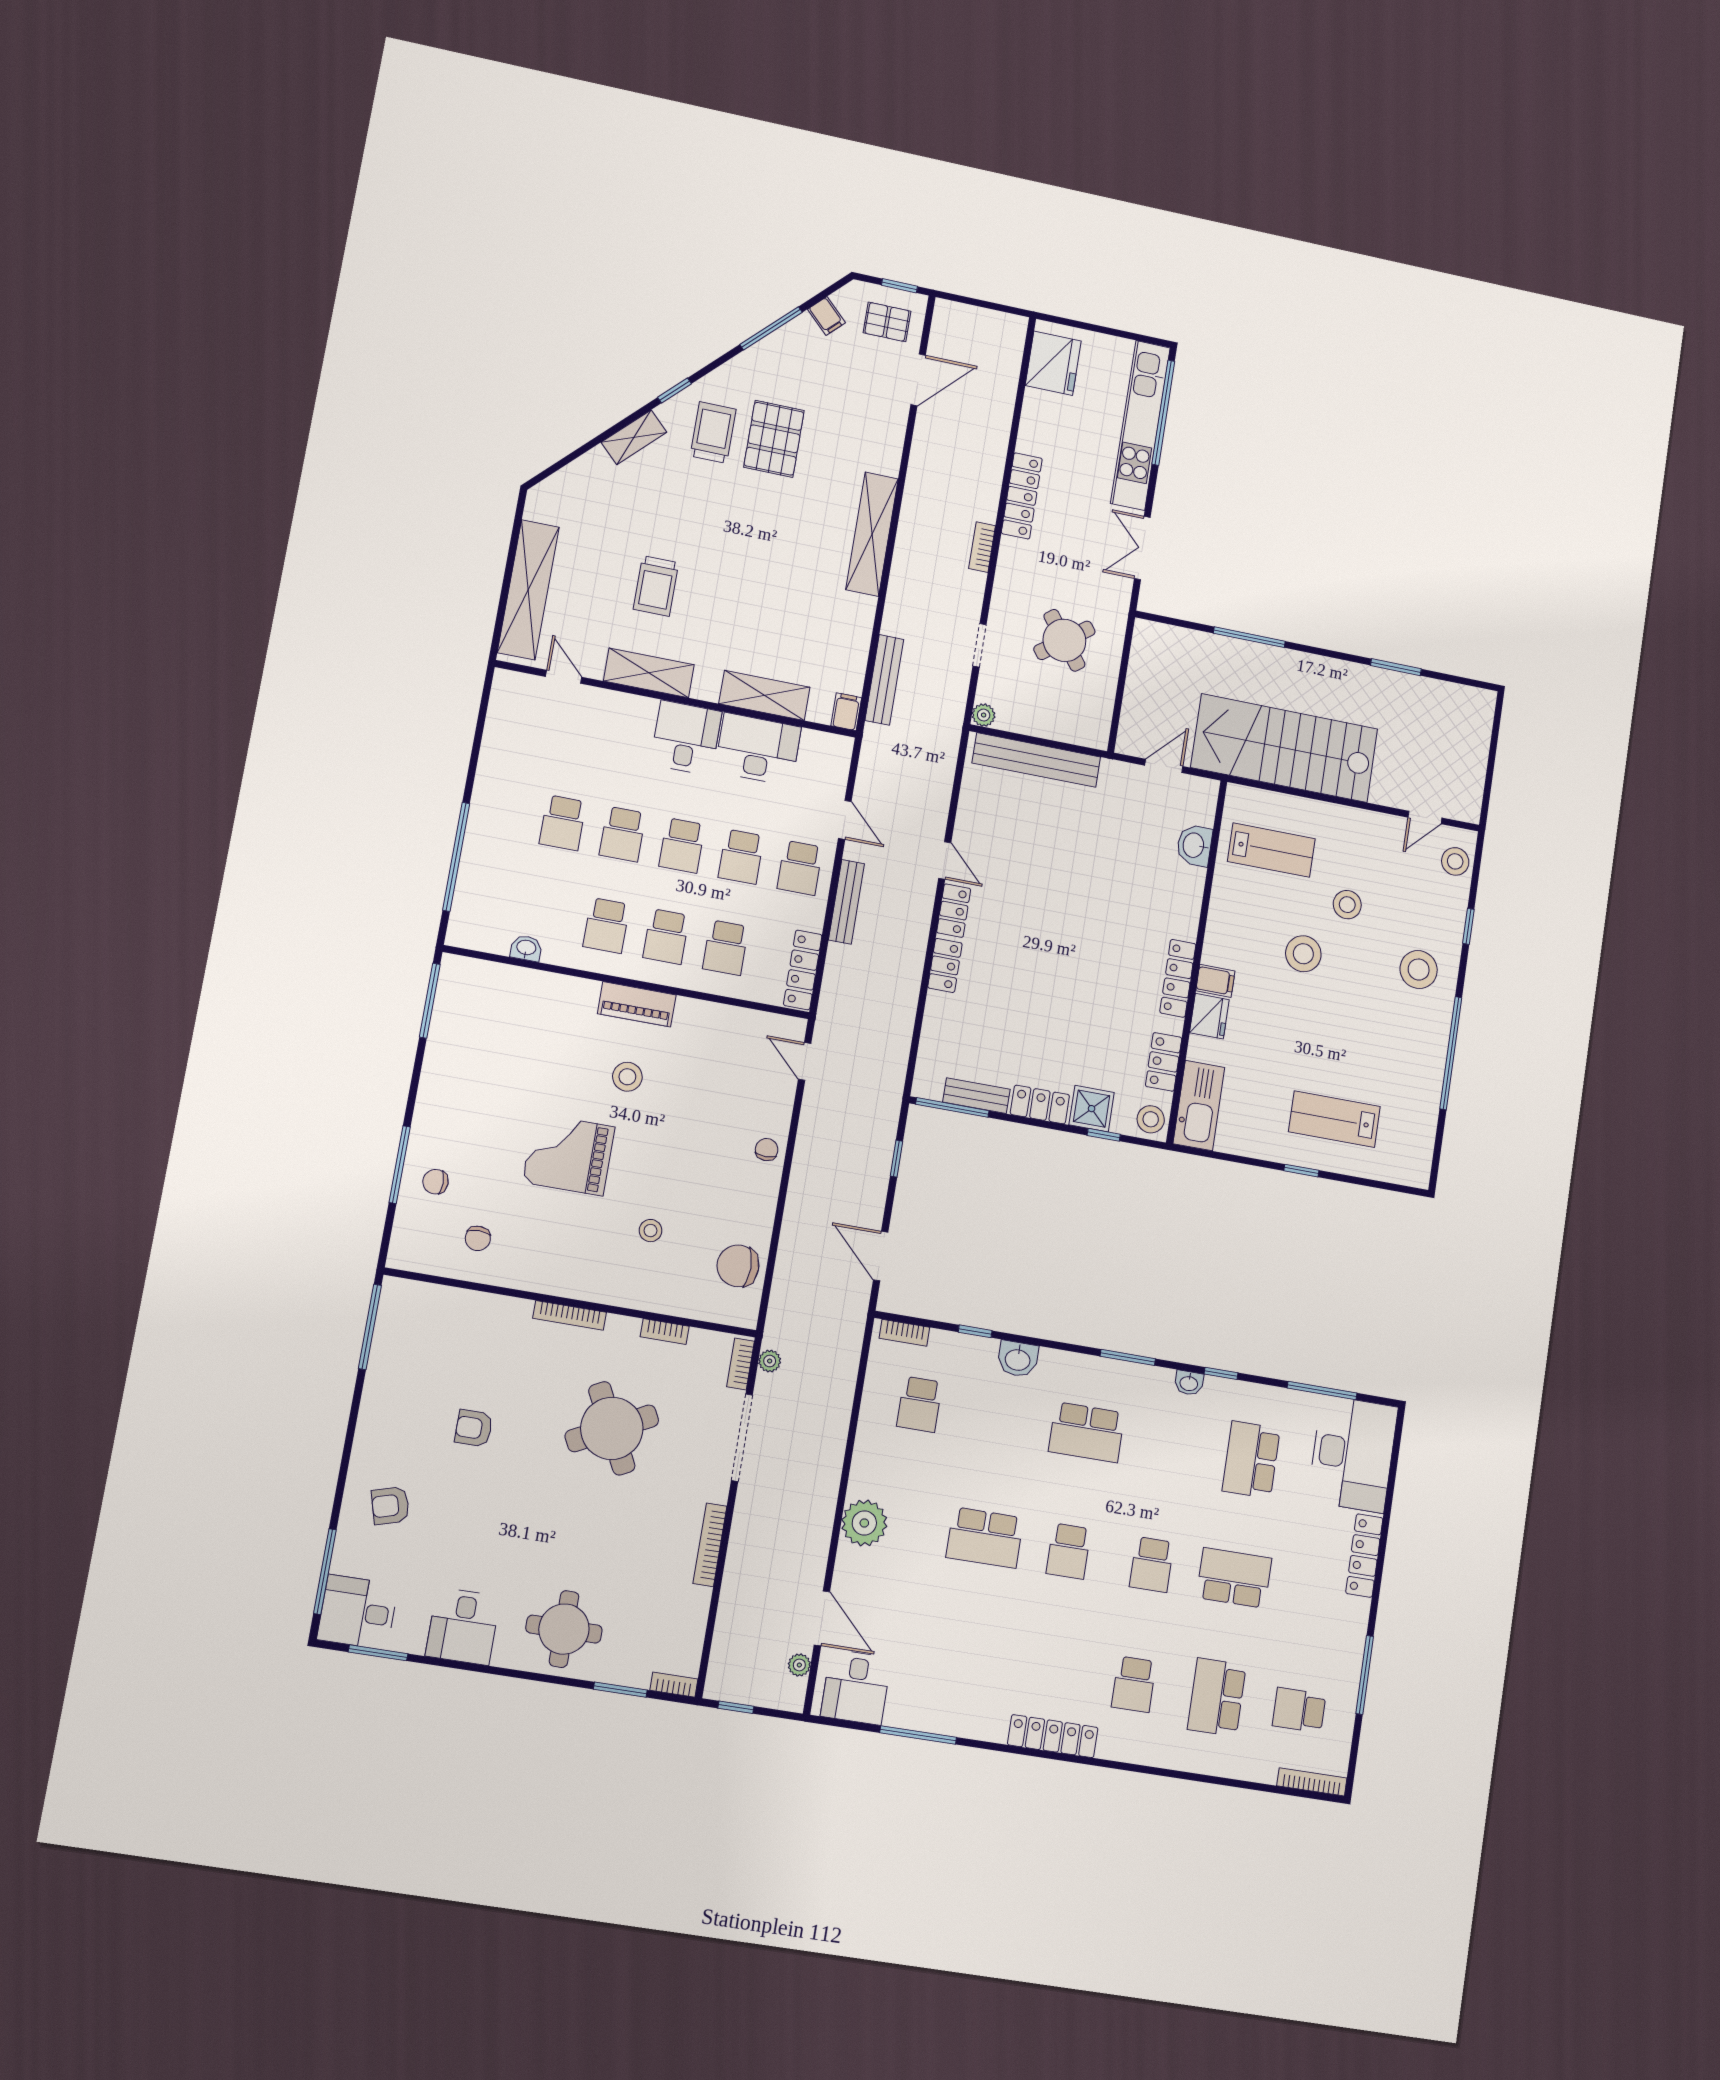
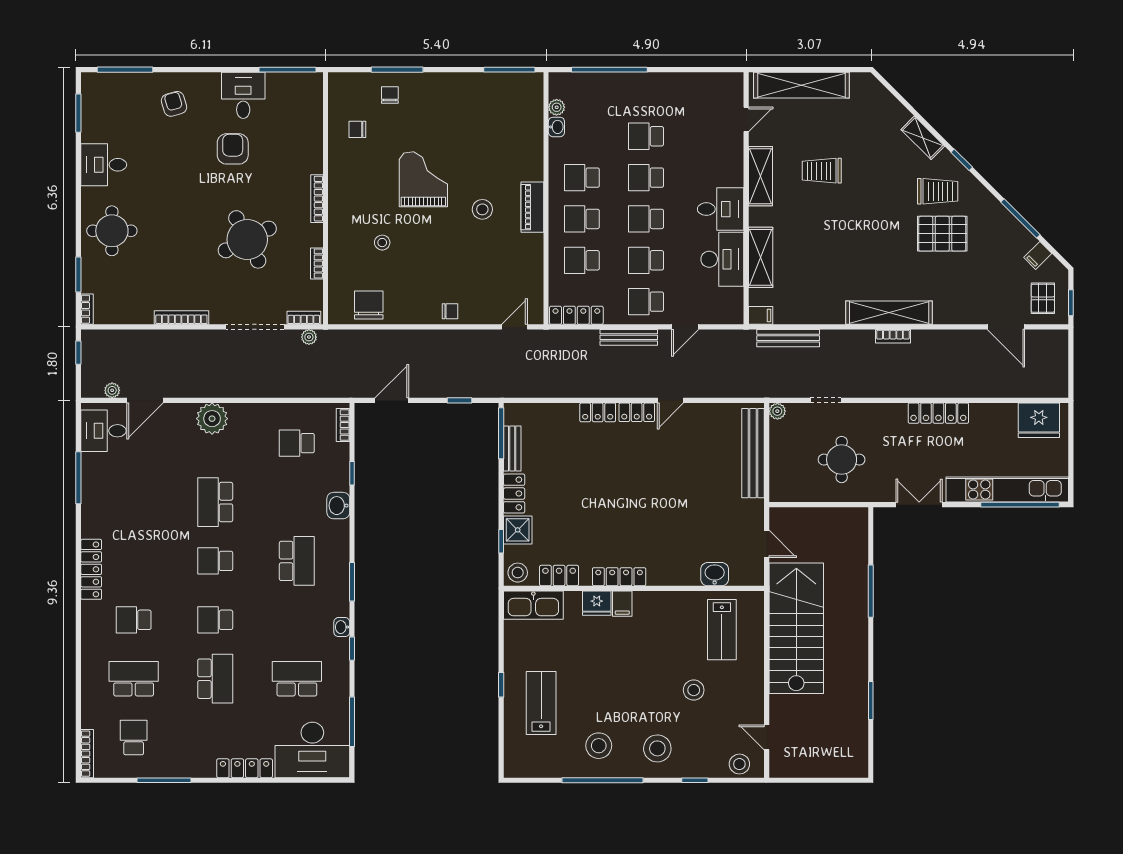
bookcase: (982, 547) -> (893, 336), moved, turned 180
round table: (1064, 640) -> (842, 460), turned 37
plant: (497, 943) -> (557, 107), added
stool: (1303, 954) -> (599, 746), moved
armchair: (474, 1428) -> (233, 149), width x1.38, depth x1.38
school desk: (1087, 1432) -> (297, 561), turned 180
desk: (358, 1612) -> (243, 95), moved

